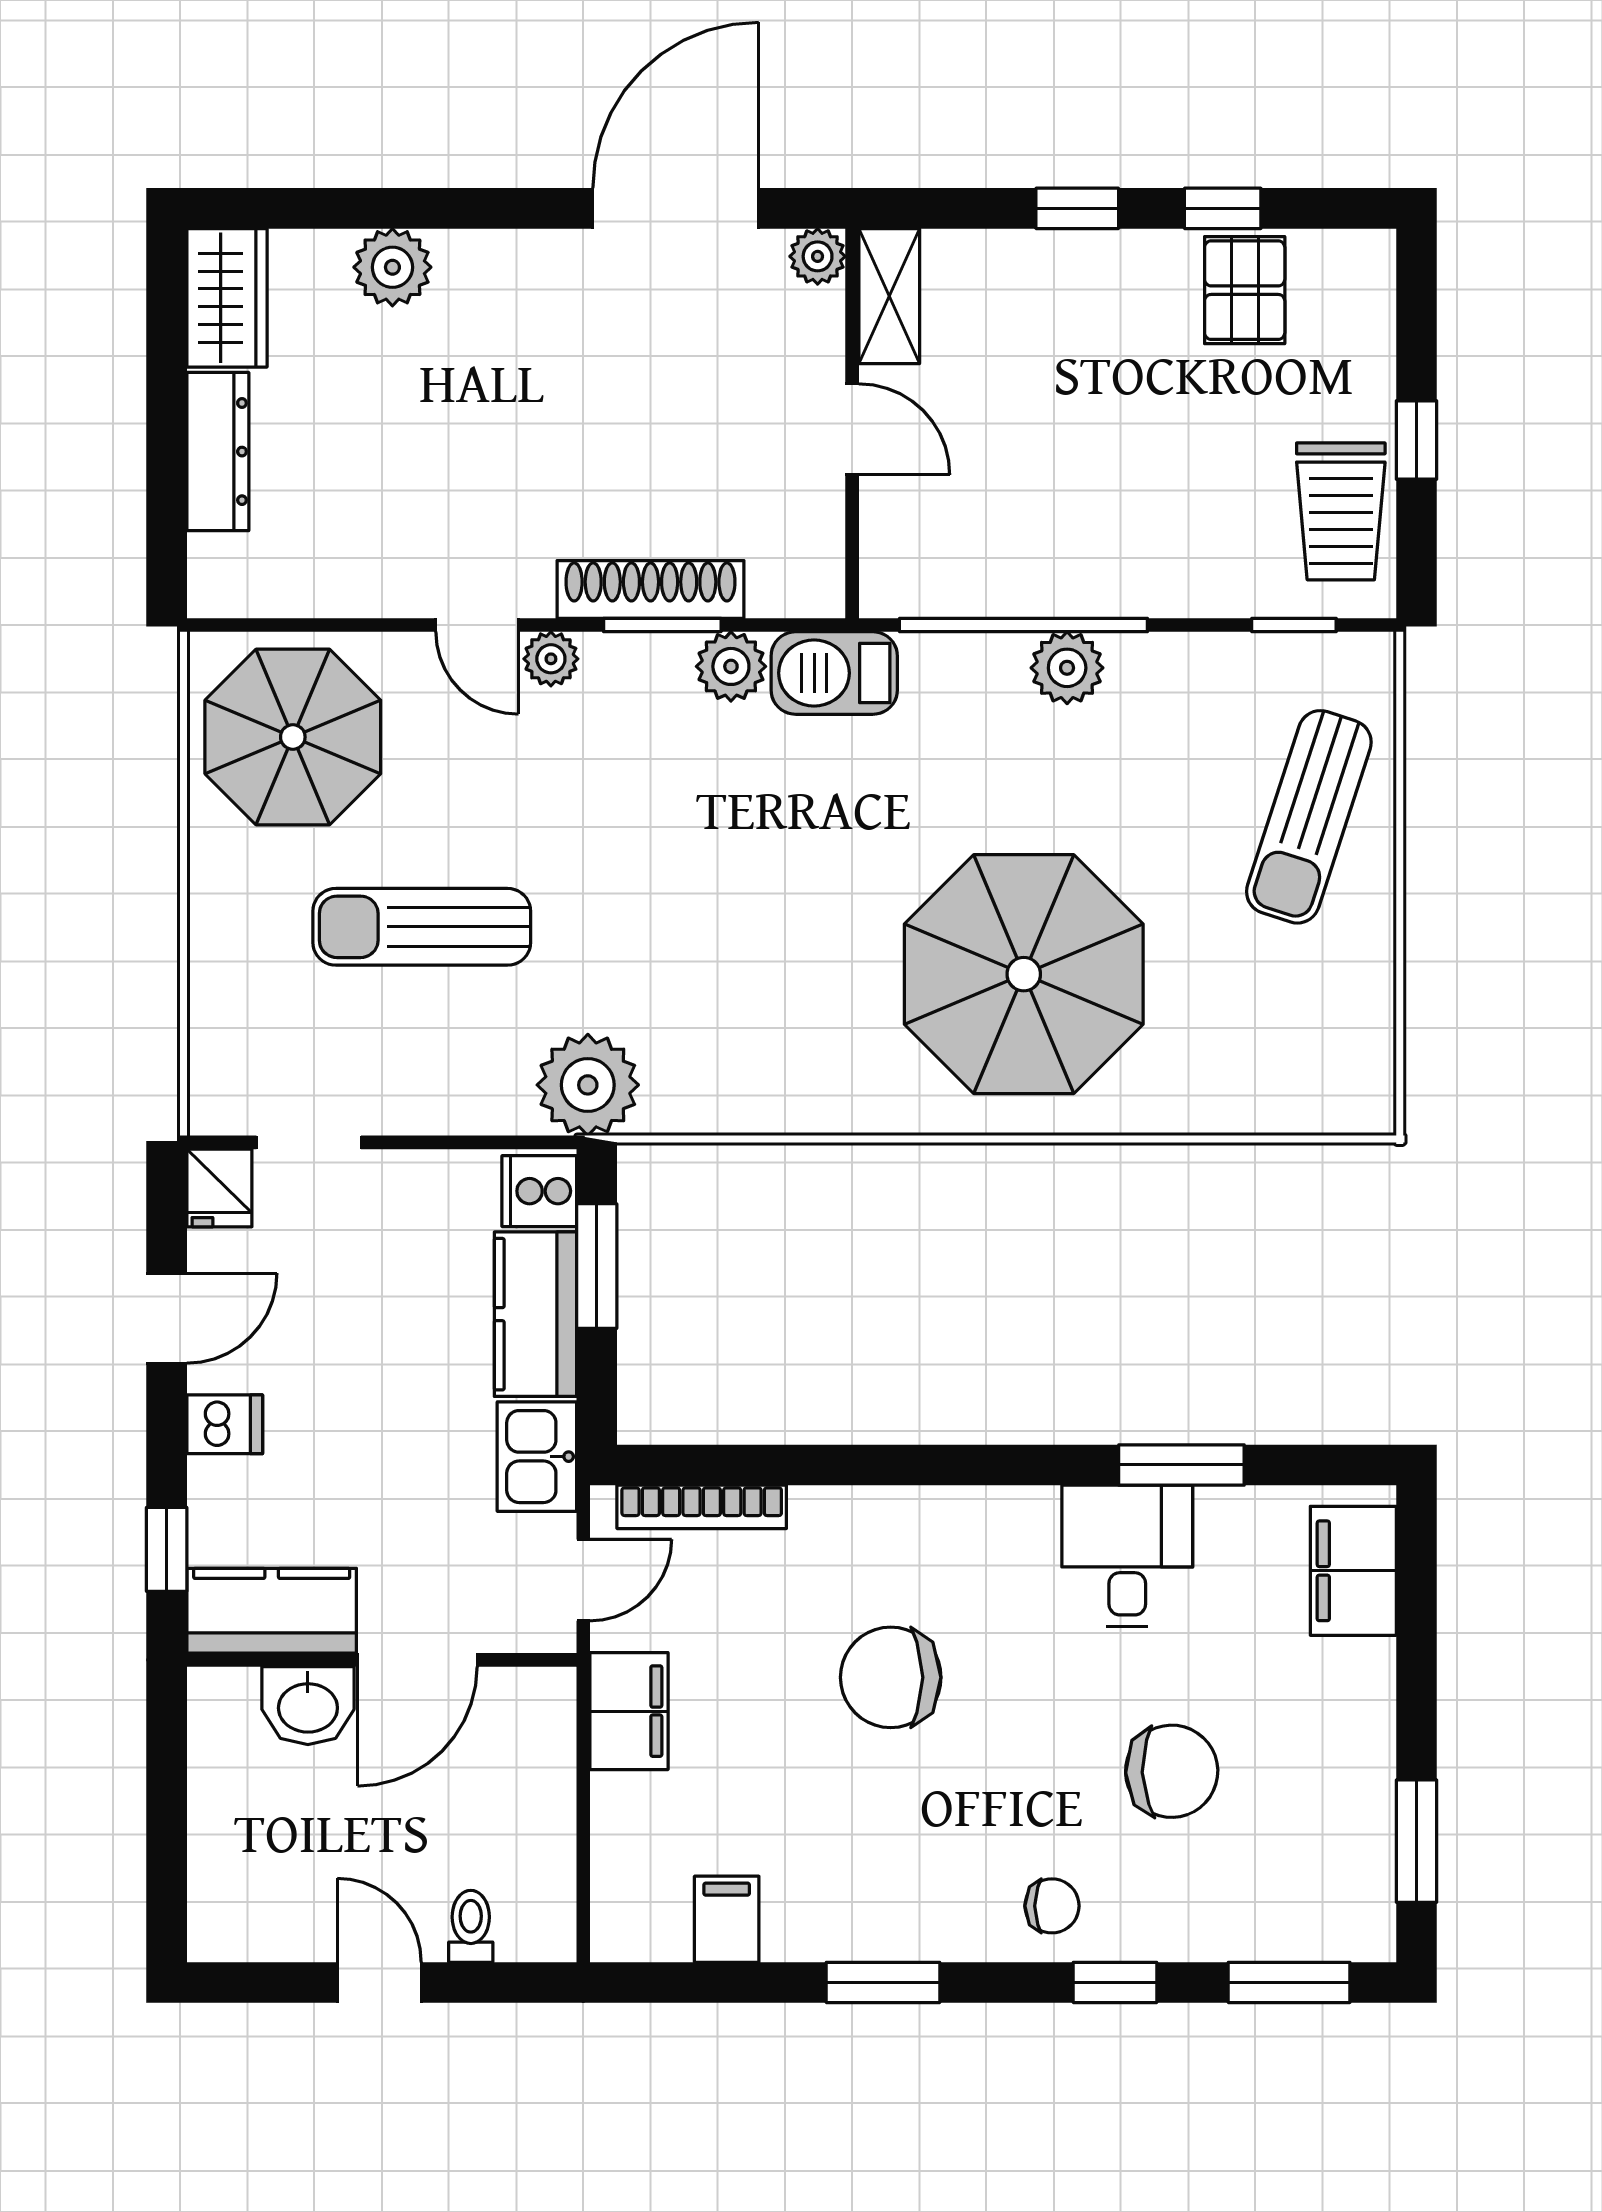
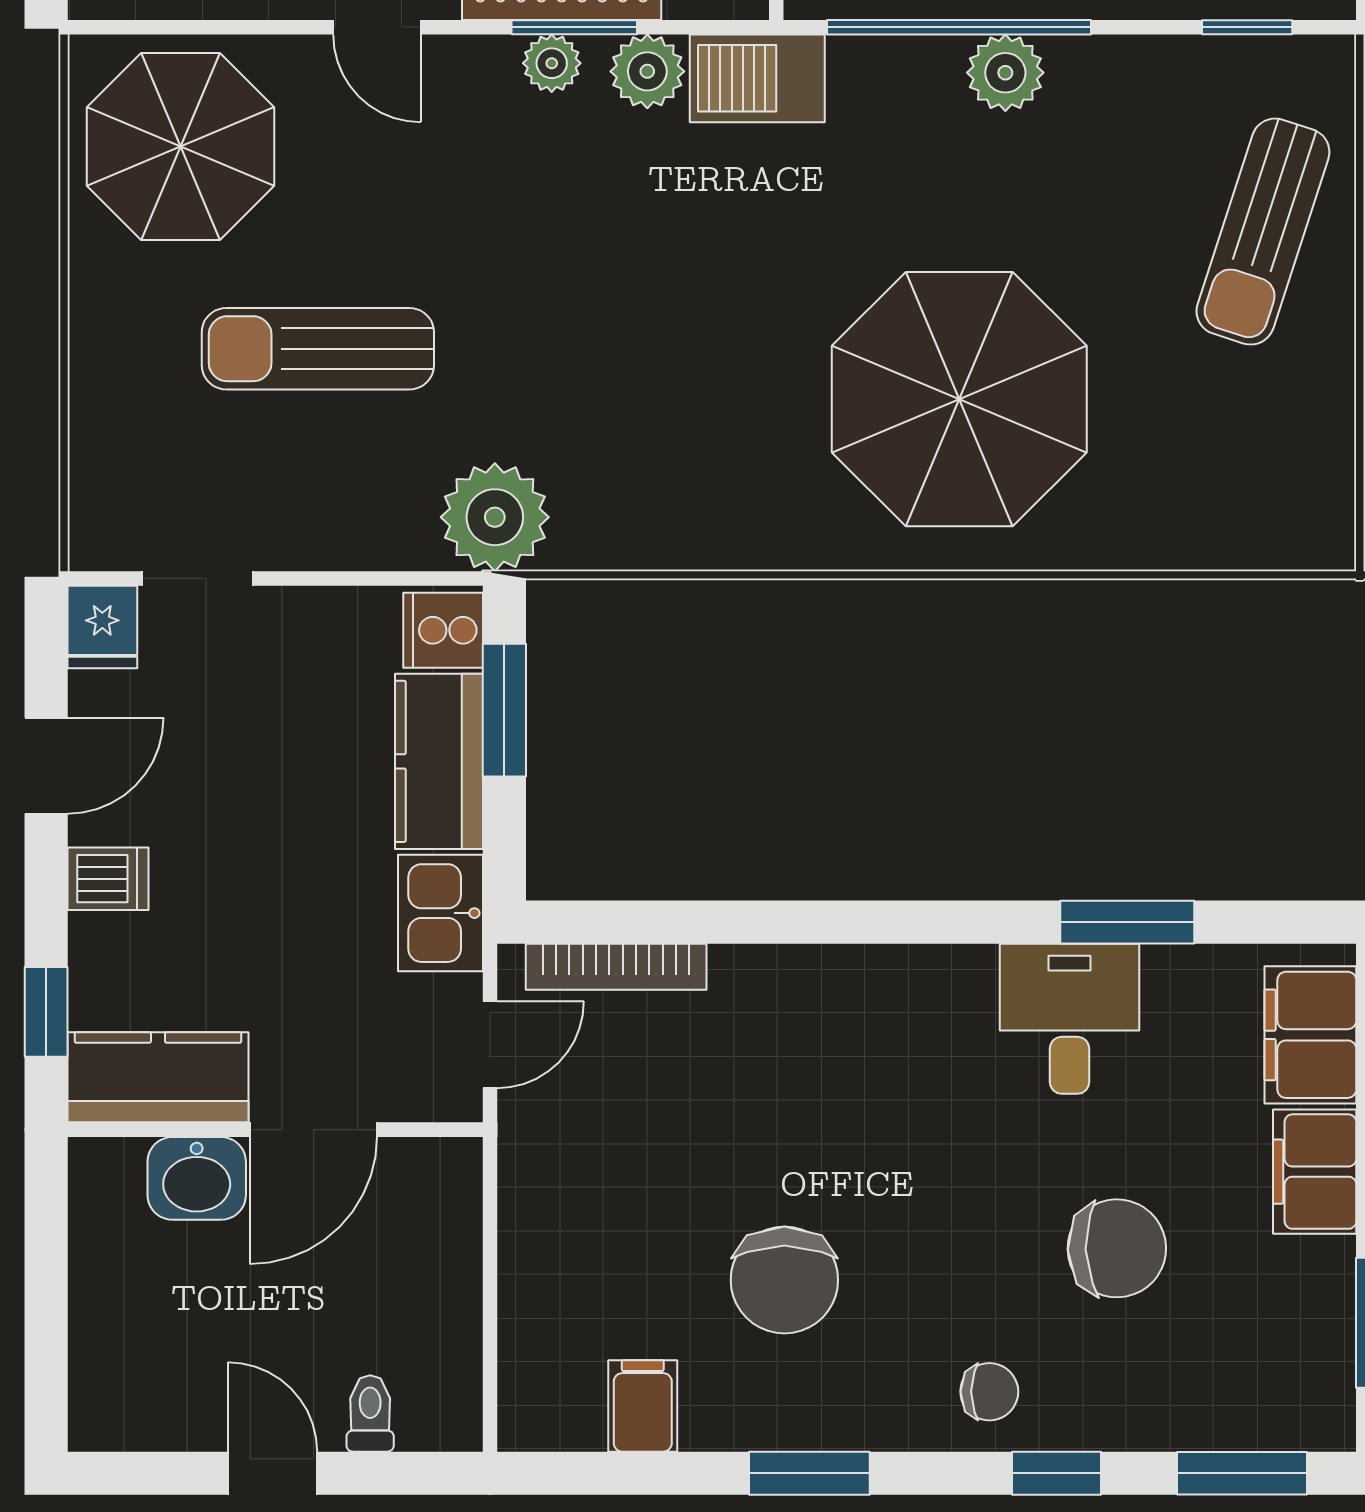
plant: (551, 659) -> (552, 63), moved
chair: (891, 1677) -> (784, 1280), moved, turned -90
filing cabinet: (629, 1711) -> (1315, 1172), moved, turned 180

